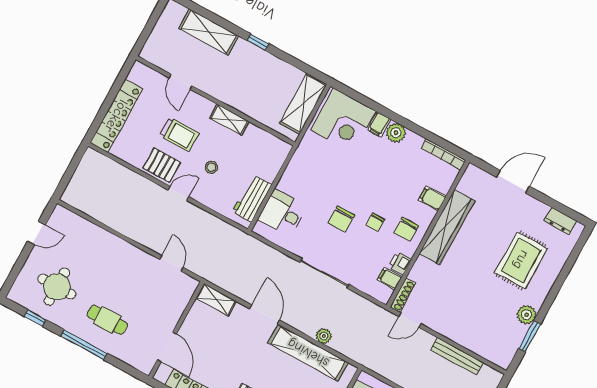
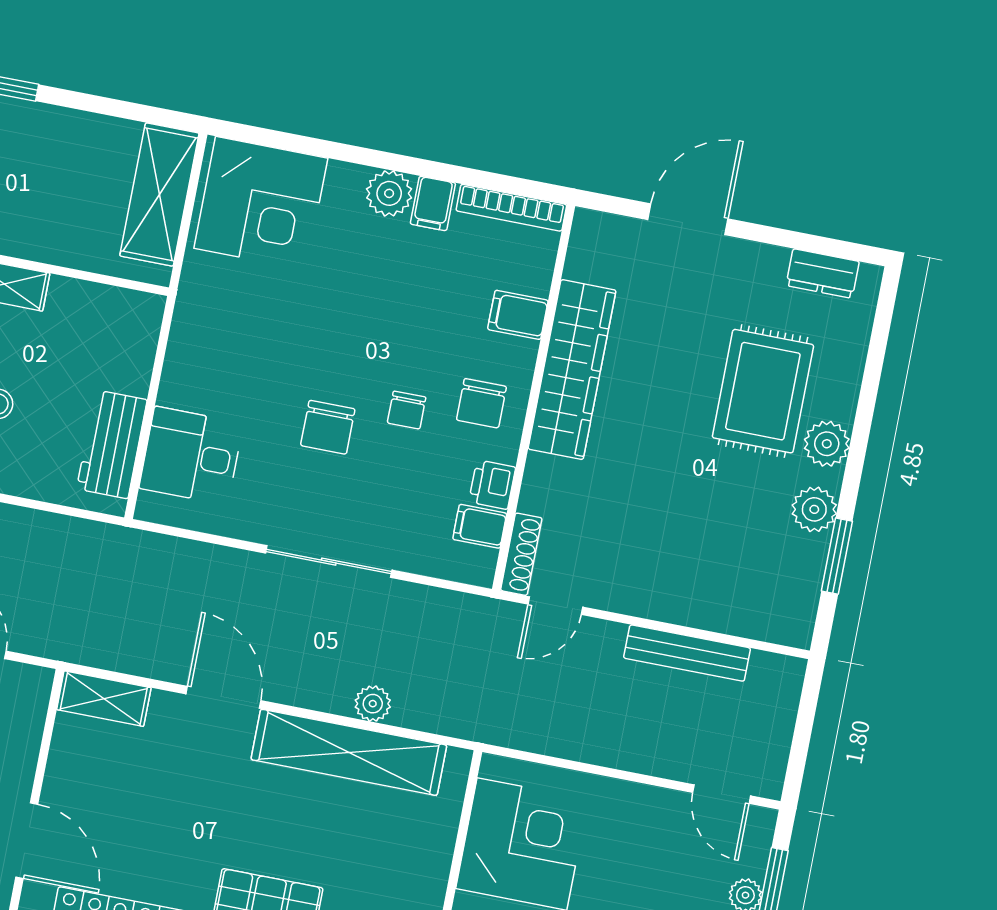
filing cabinet: (379, 124) -> (433, 203), moved
plant: (540, 290) -> (827, 444), added

